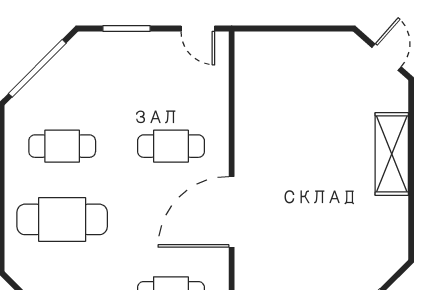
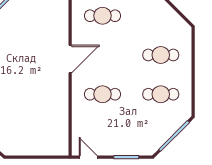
door: (232, 212) -> (70, 59), width x0.73
cafe table: (62, 219) -> (161, 55), width x0.73, depth x0.74

